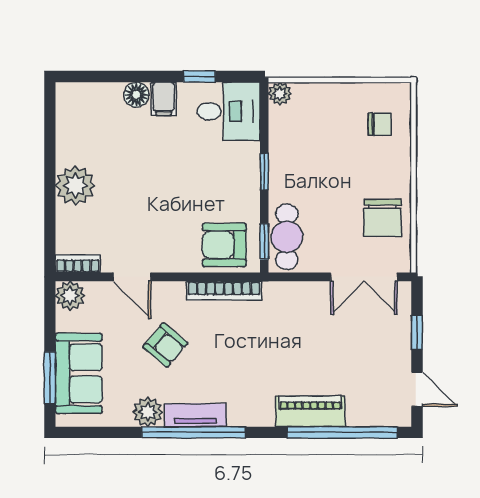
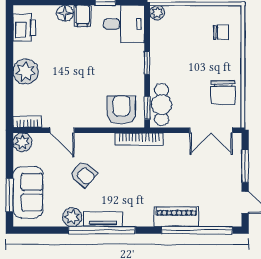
printer: (73, 117) -> (24, 28), added
armchair: (224, 245) -> (121, 110), turned 90
bookcase: (224, 291) -> (139, 139), moved
window: (417, 332) -> (245, 166), width x1.50

